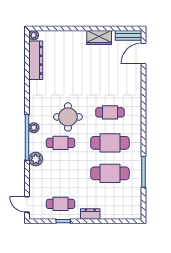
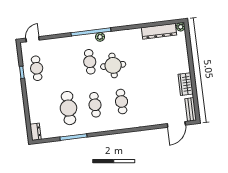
door: (143, 53) -> (176, 124), swing flipped
cafe table: (110, 143) -> (95, 105), width x0.73, depth x0.74
plant: (36, 159) -> (73, 42), removed
dresser: (90, 214) -> (35, 132), moved

